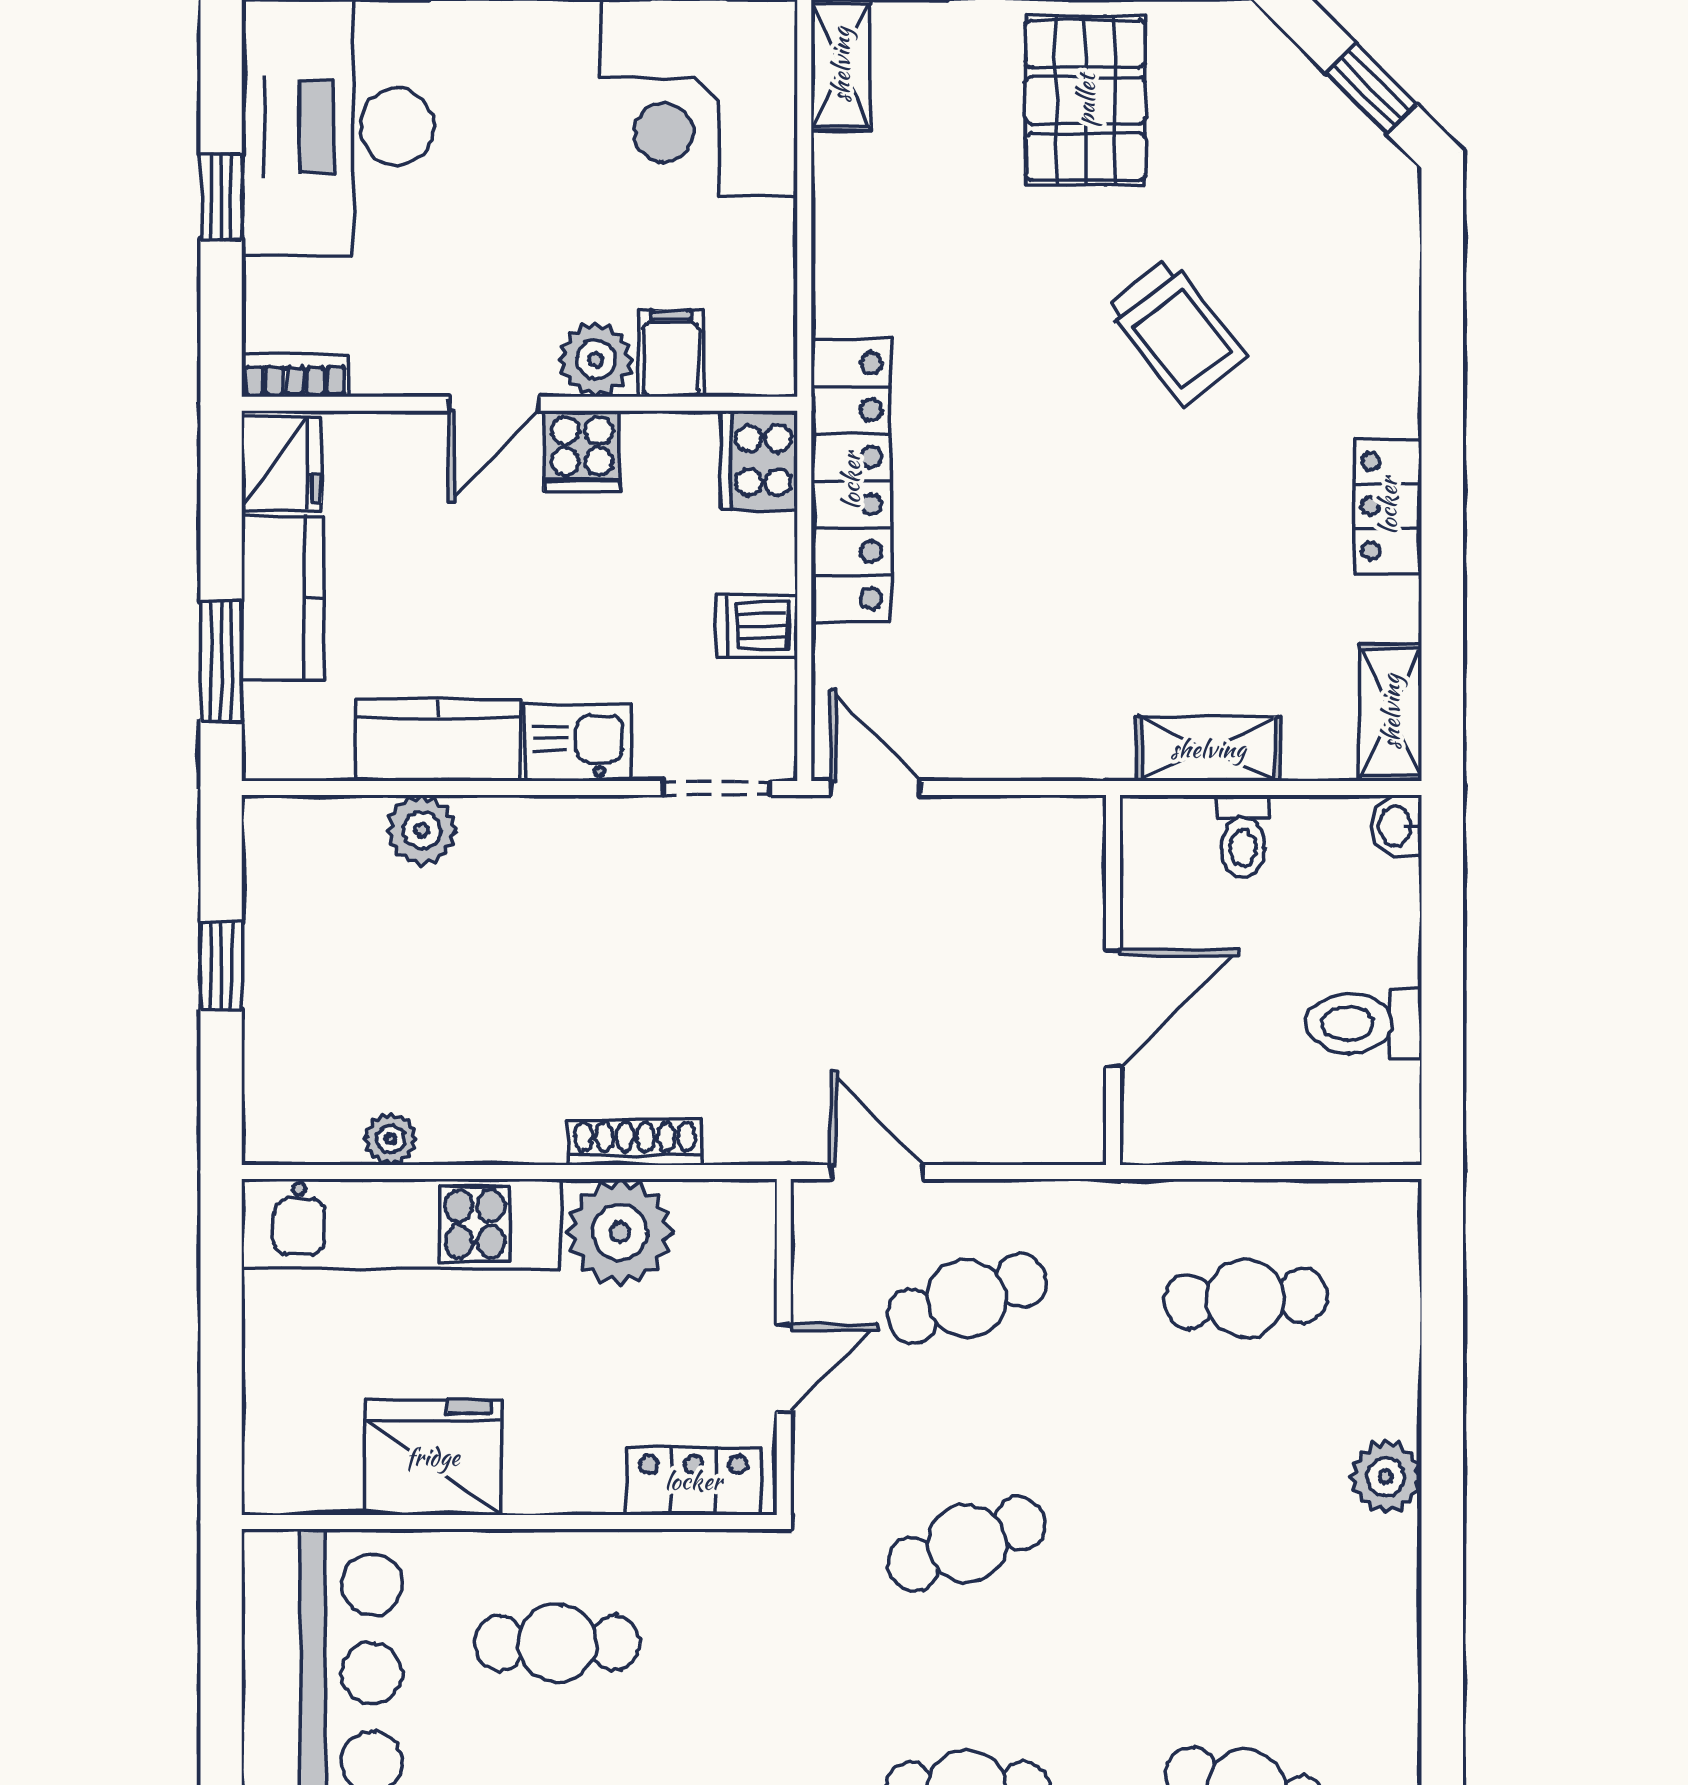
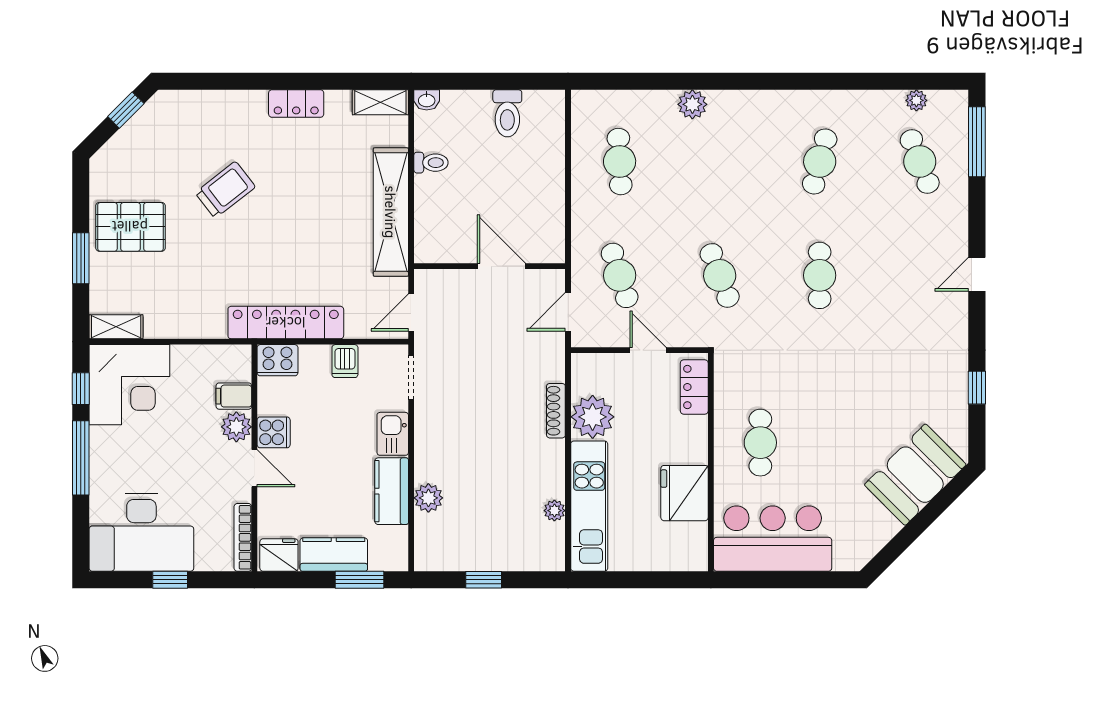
bookcase: (295, 376) -> (243, 537), width x1.56
shelving: (1208, 749) -> (391, 212), width x2.20, depth x1.33
wall: (1113, 980) -> (490, 266), moved
door: (1113, 1009) -> (501, 266), moved

